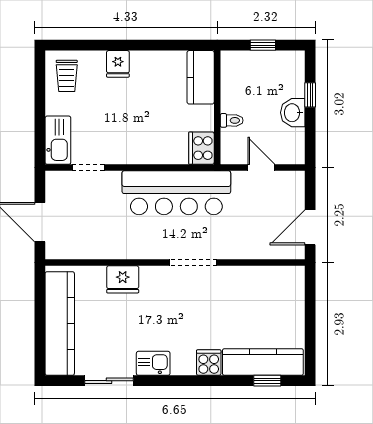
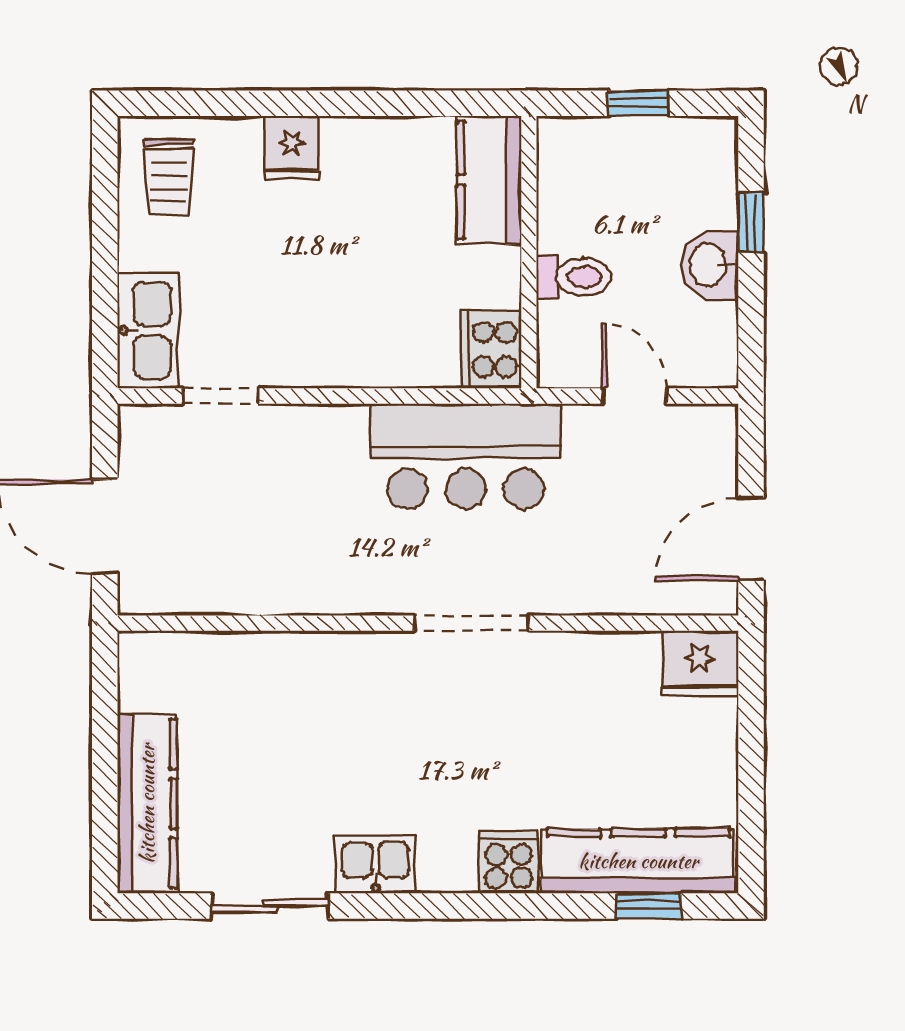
toilet: (232, 120) -> (574, 277), width x1.37, depth x1.39
bar counter: (176, 193) -> (466, 456), width x0.73
fridge: (123, 279) -> (700, 664), moved
kitchen counter: (60, 323) -> (147, 804), width x0.72, depth x0.86

